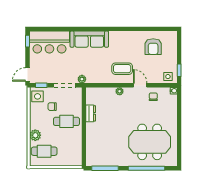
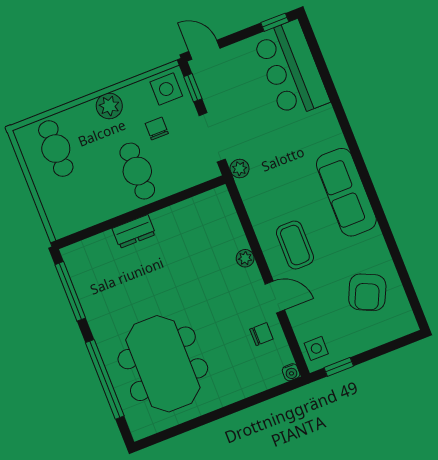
sofa: (89, 39) -> (346, 192), moved
armchair: (153, 47) -> (367, 292), turned -65
door: (140, 85) -> (275, 297), hinge flipped
dresser: (91, 113) -> (134, 231), moved
plant: (35, 135) -> (109, 106), moved

